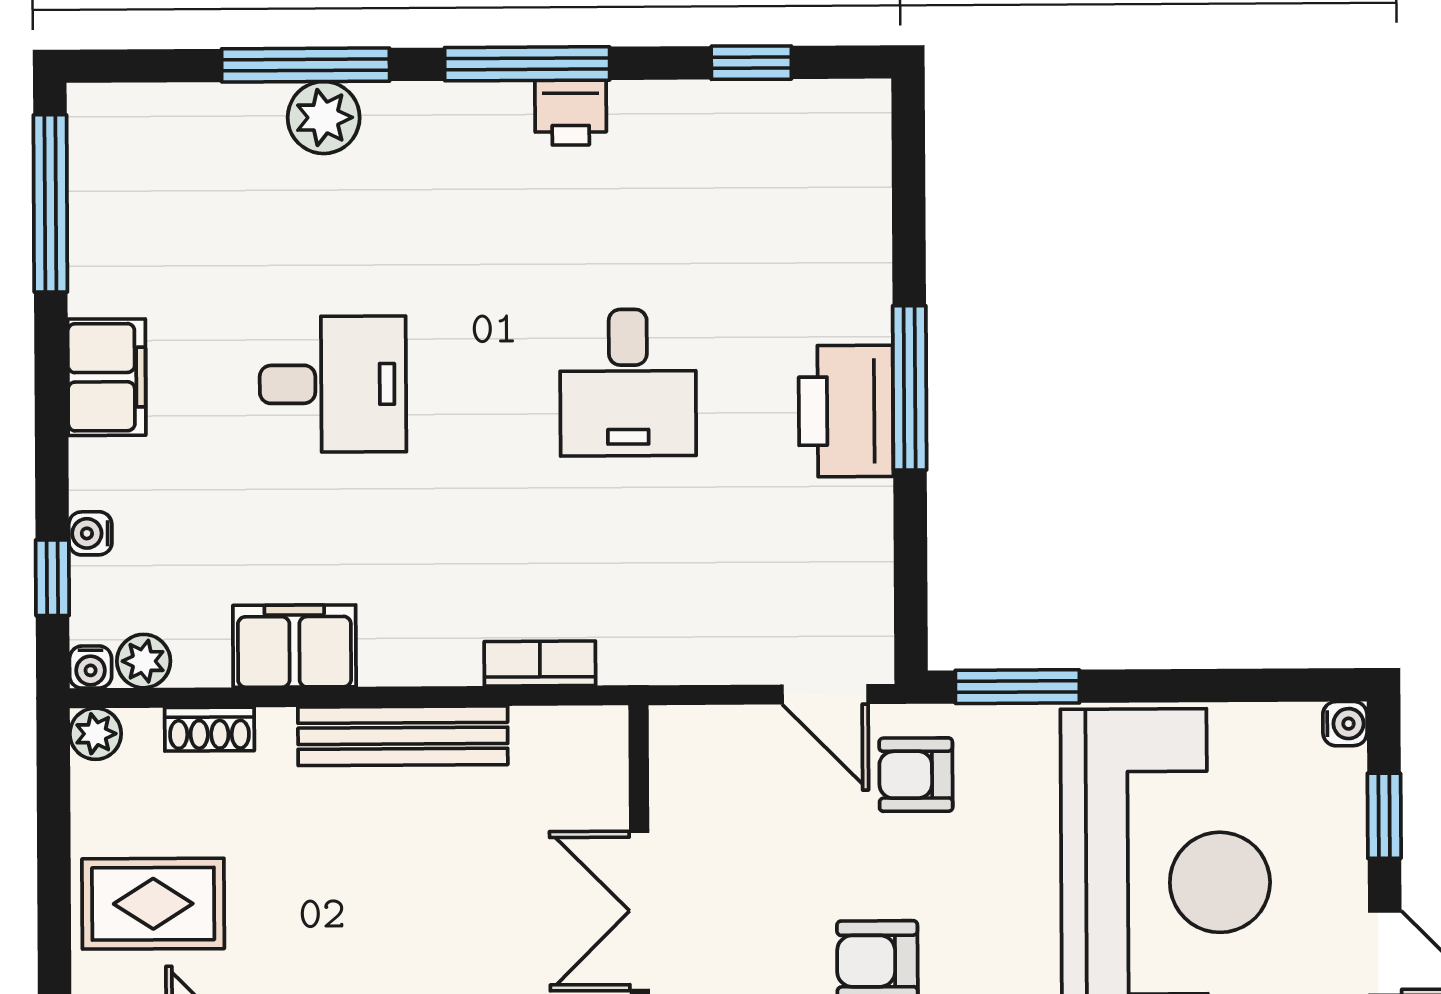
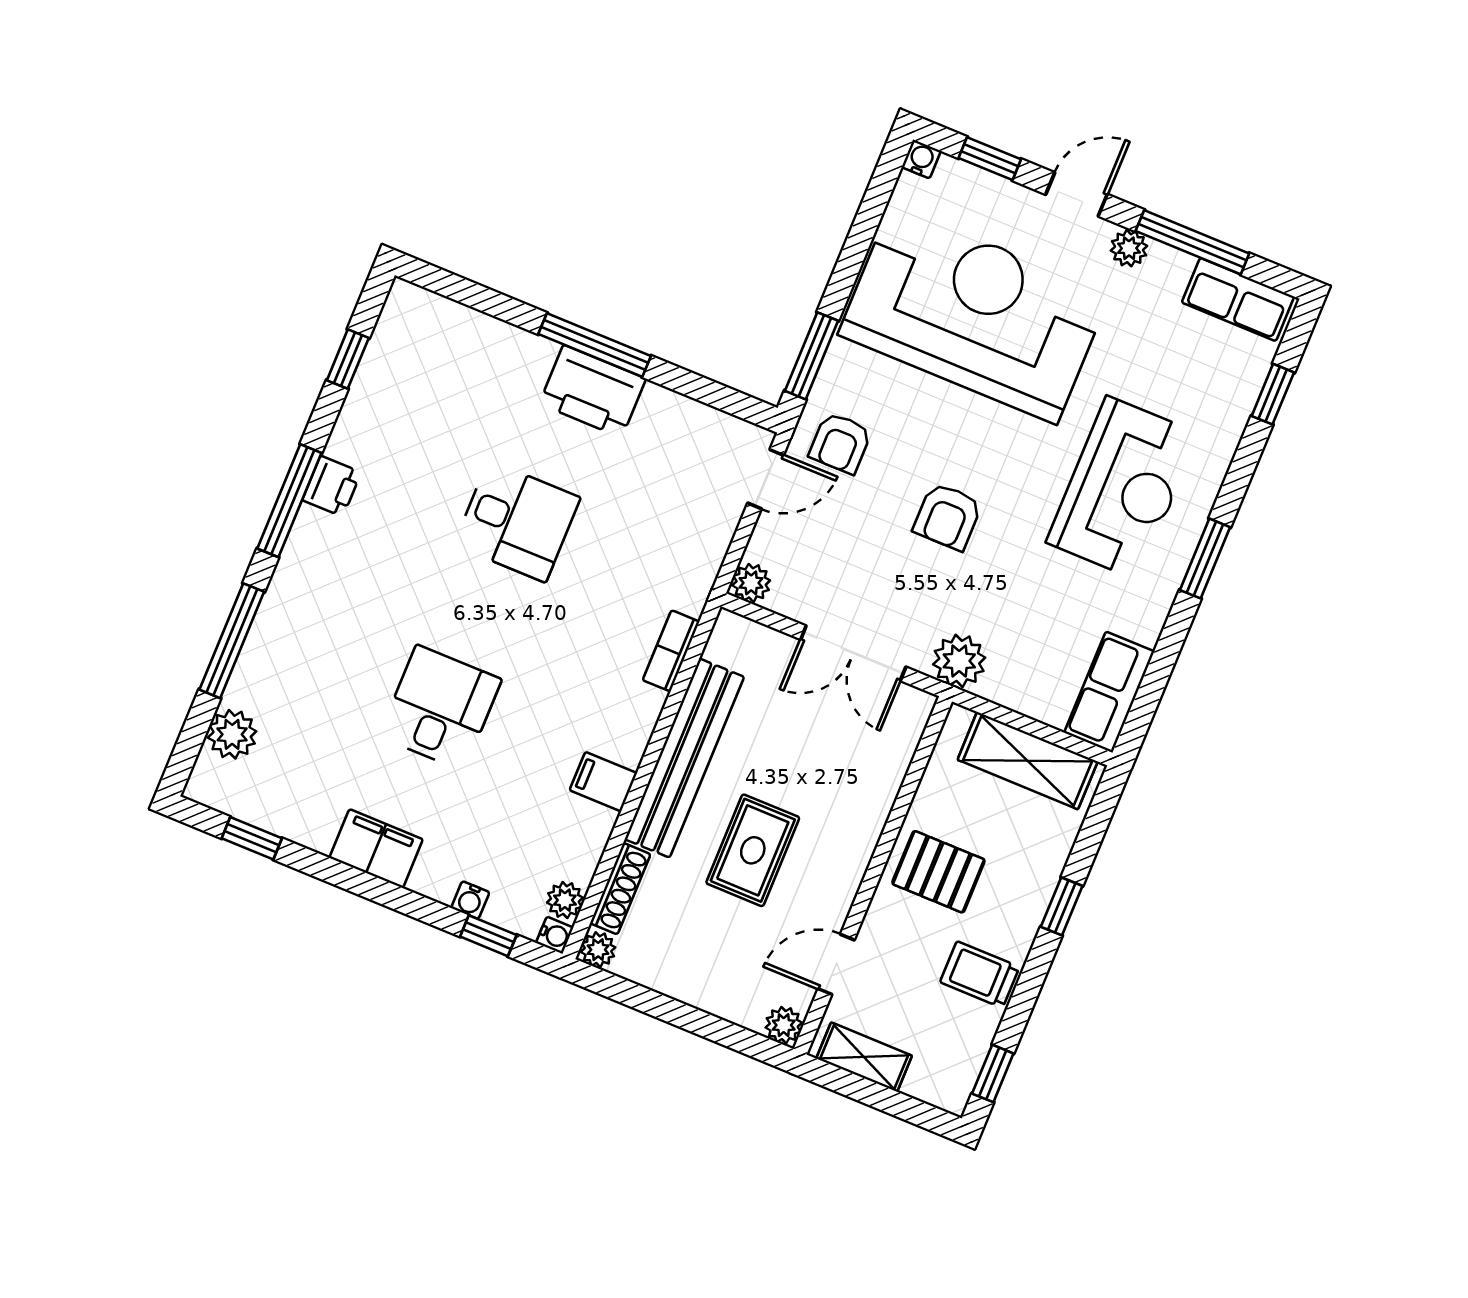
plant: (324, 118) -> (232, 734), moved
window: (50, 203) -> (252, 838), width x0.46
filing cabinet: (294, 646) -> (603, 782), width x0.50
shoe rack: (209, 729) -> (620, 889), width x1.43
plant: (677, 733) -> (751, 583), added
bench: (403, 736) -> (684, 758), width x1.37, depth x1.21
rug: (153, 904) -> (753, 850), moved

